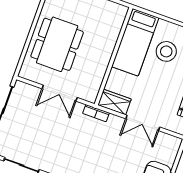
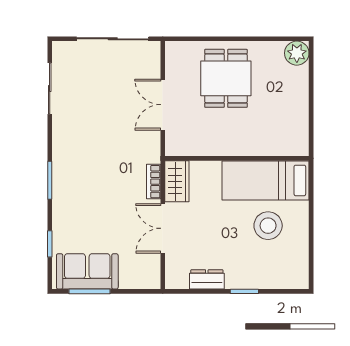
dining table: (57, 44) -> (226, 78), width x0.73
bookcase: (96, 113) -> (154, 182), moved

